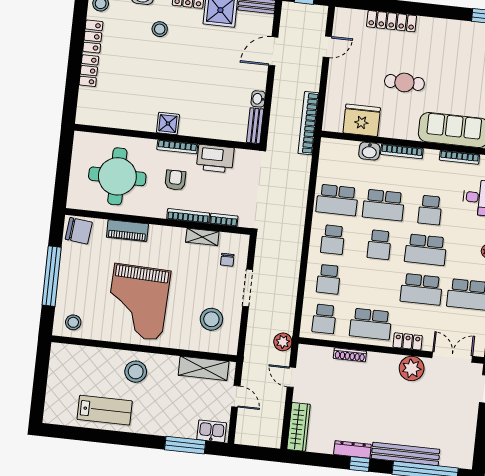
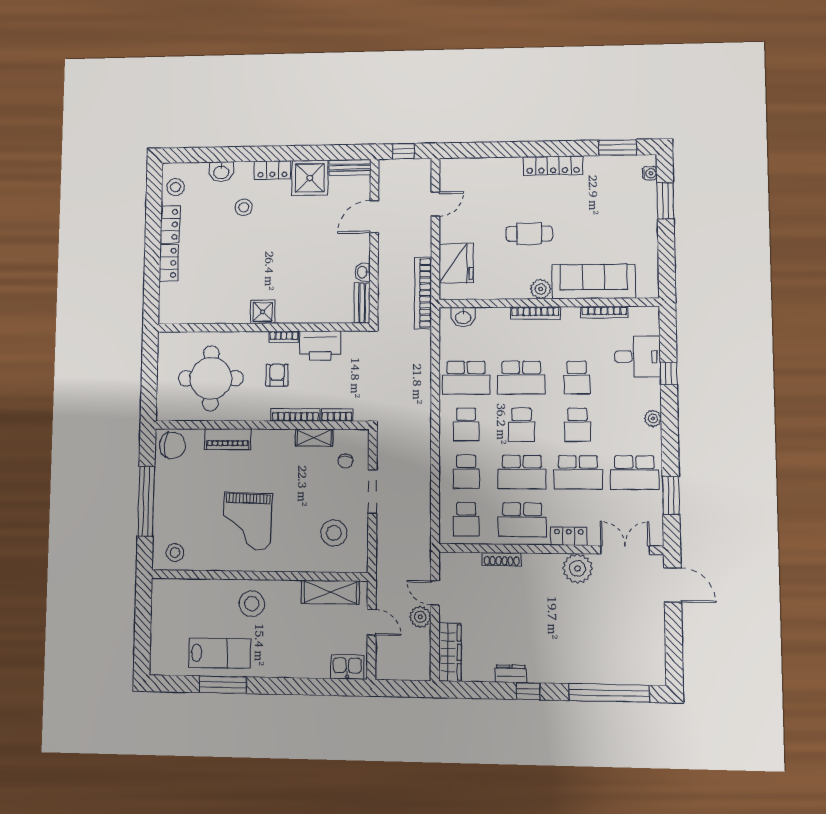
locker: (392, 21) -> (553, 166), moved
fridge: (362, 120) -> (456, 263), moved, turned 90
plant: (409, 131) -> (541, 289), added
bookcase: (177, 147) -> (284, 337), width x0.64
washbasin: (369, 151) -> (463, 317), moved
school desk: (426, 250) -> (577, 425), width x0.54
school desk: (375, 284) -> (522, 472), added
grand piano: (138, 302) -> (247, 521), width x0.73, depth x0.68
plant: (283, 342) -> (420, 617), moved
window: (185, 445) -> (223, 685), moved
dresser: (352, 449) -> (511, 674), width x0.70
bench: (406, 454) -> (583, 674), removed

